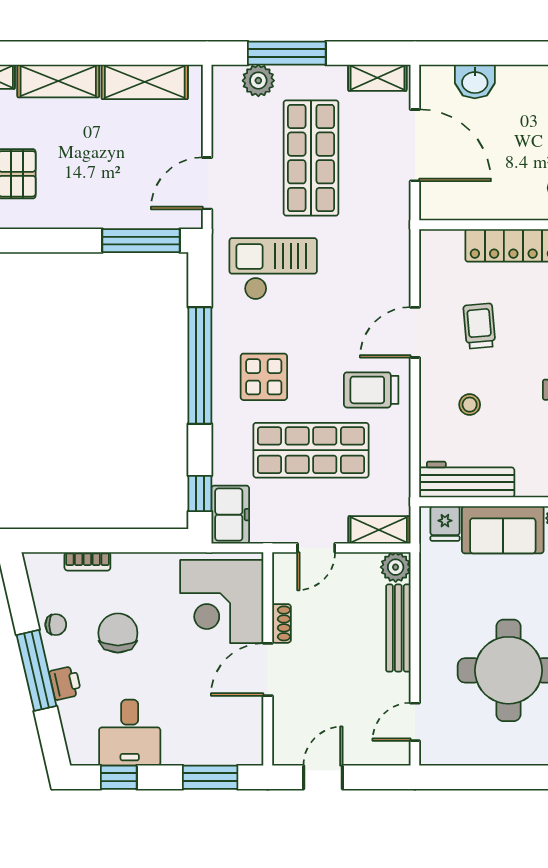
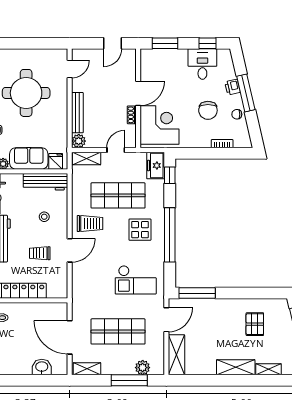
shelving: (145, 82) -> (176, 355), moved, turned 90
shop shelf: (311, 158) -> (118, 331), turned 90
trolley: (479, 326) -> (40, 253), turned 95

